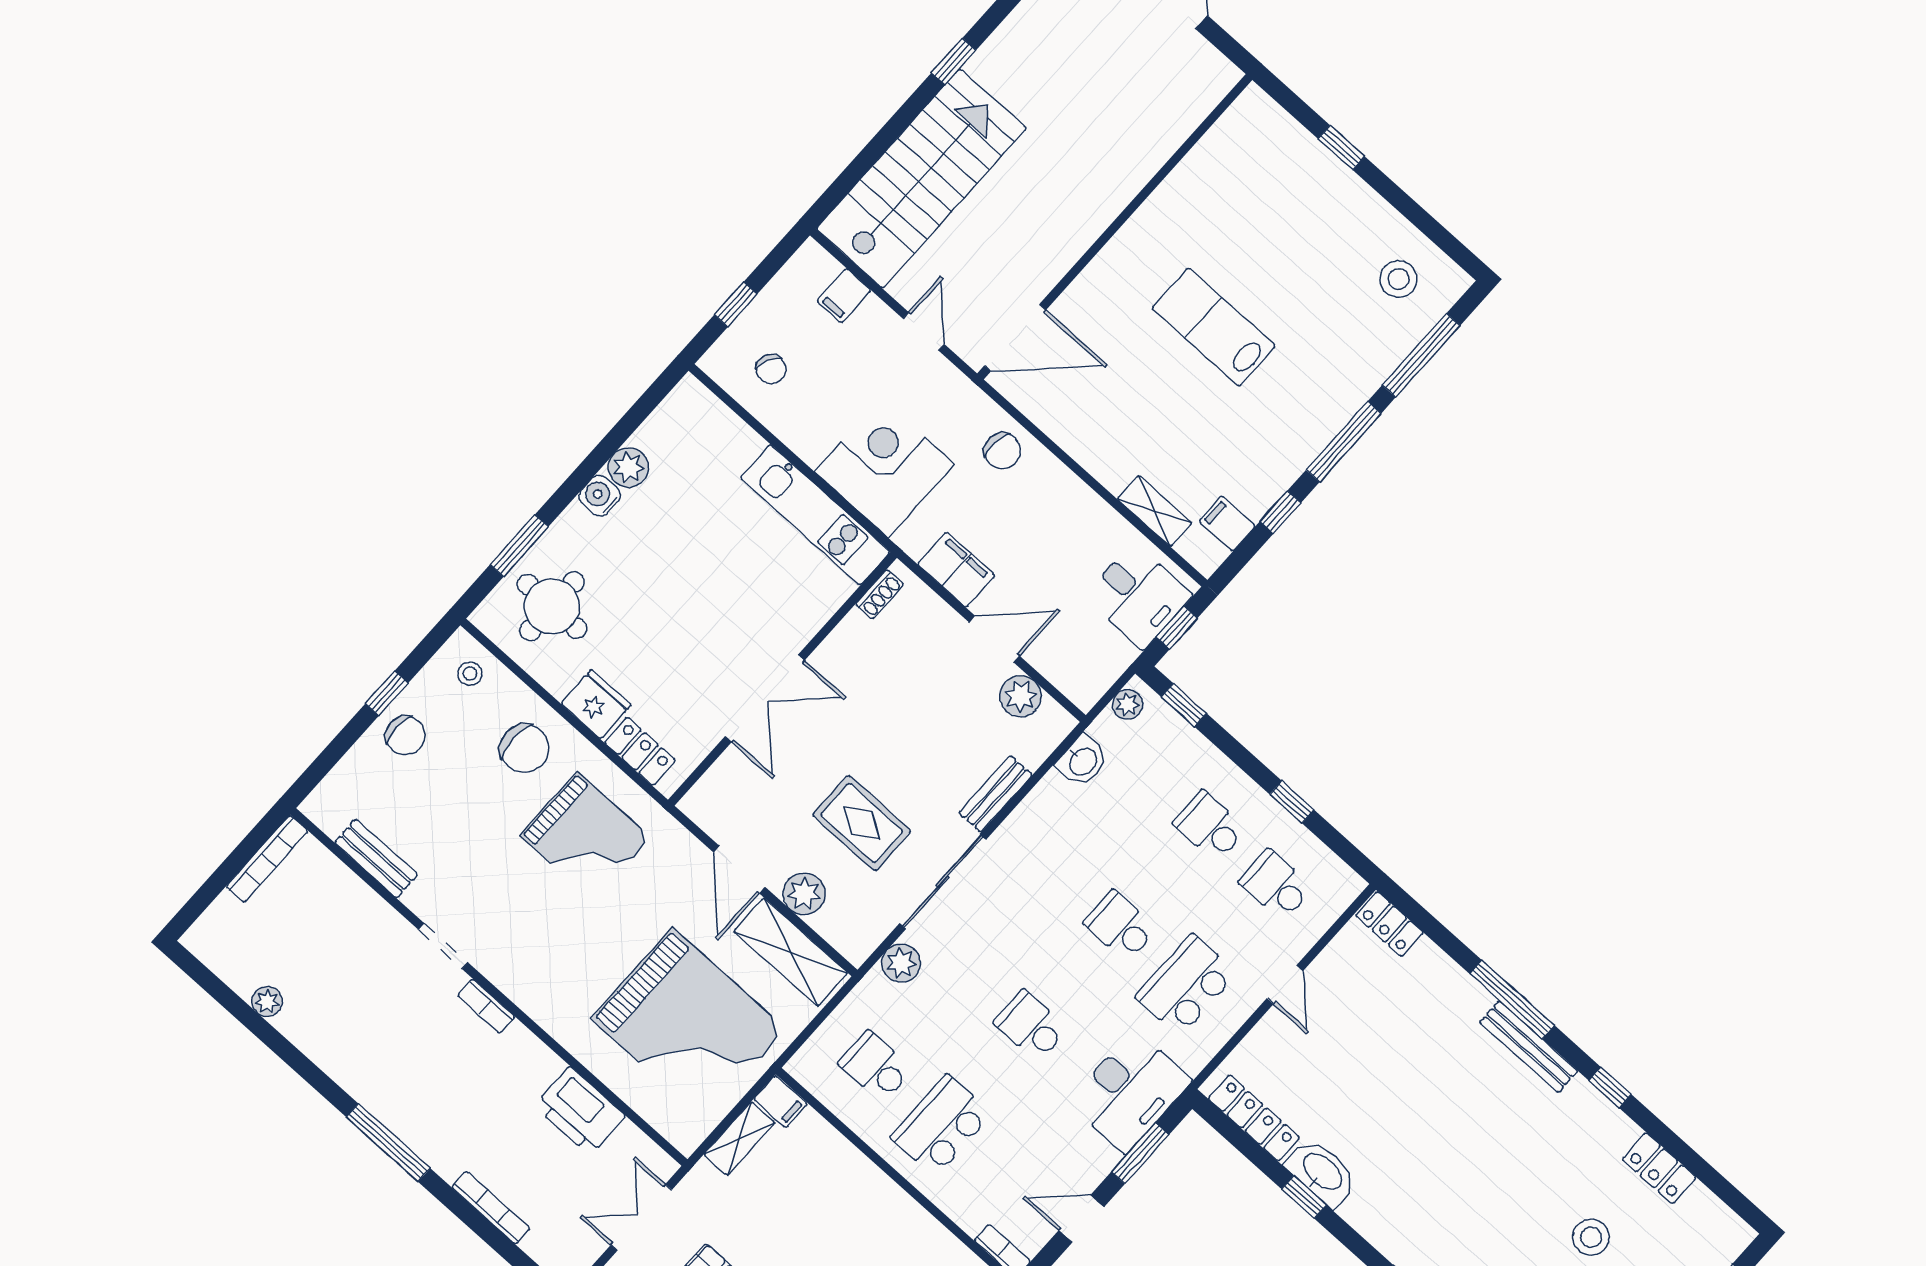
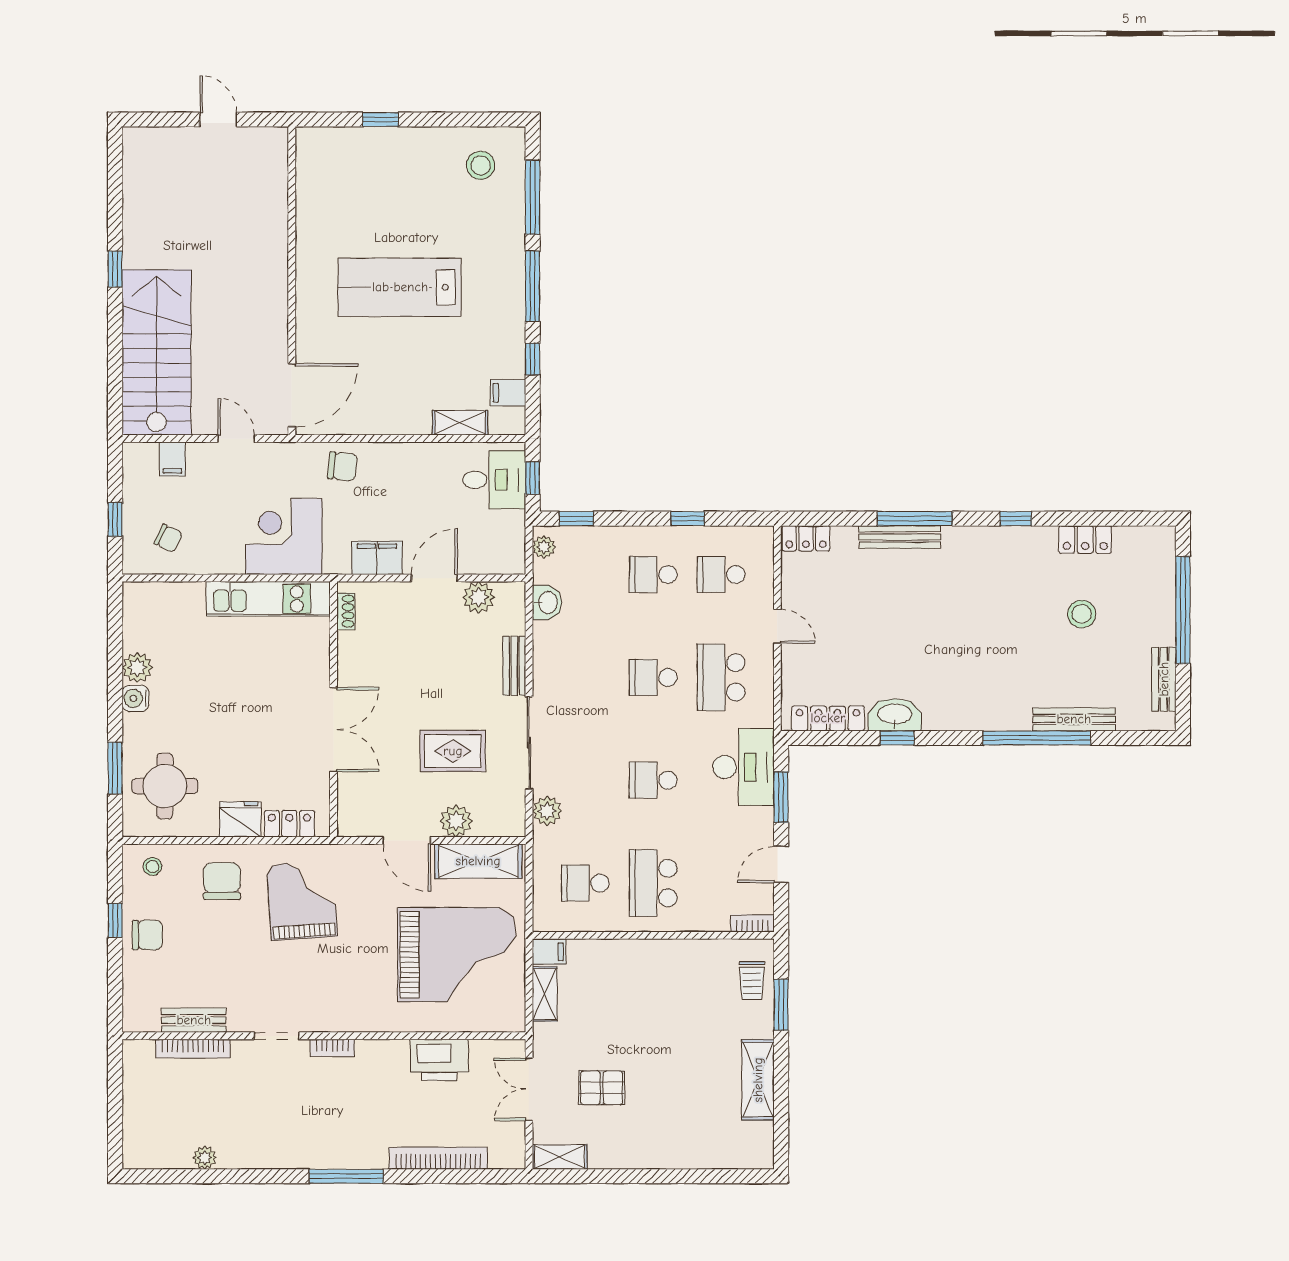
lab bench: (1214, 327) -> (400, 287), width x1.36, depth x1.39
chair: (524, 748) -> (222, 881), turned -90
grand piano: (586, 837) -> (302, 900), turned -94
bookcase: (267, 859) -> (193, 1049), moved, turned 90
bench: (1529, 1047) -> (900, 537), moved
bookcase: (491, 1208) -> (438, 1158), width x1.48, depth x1.31

